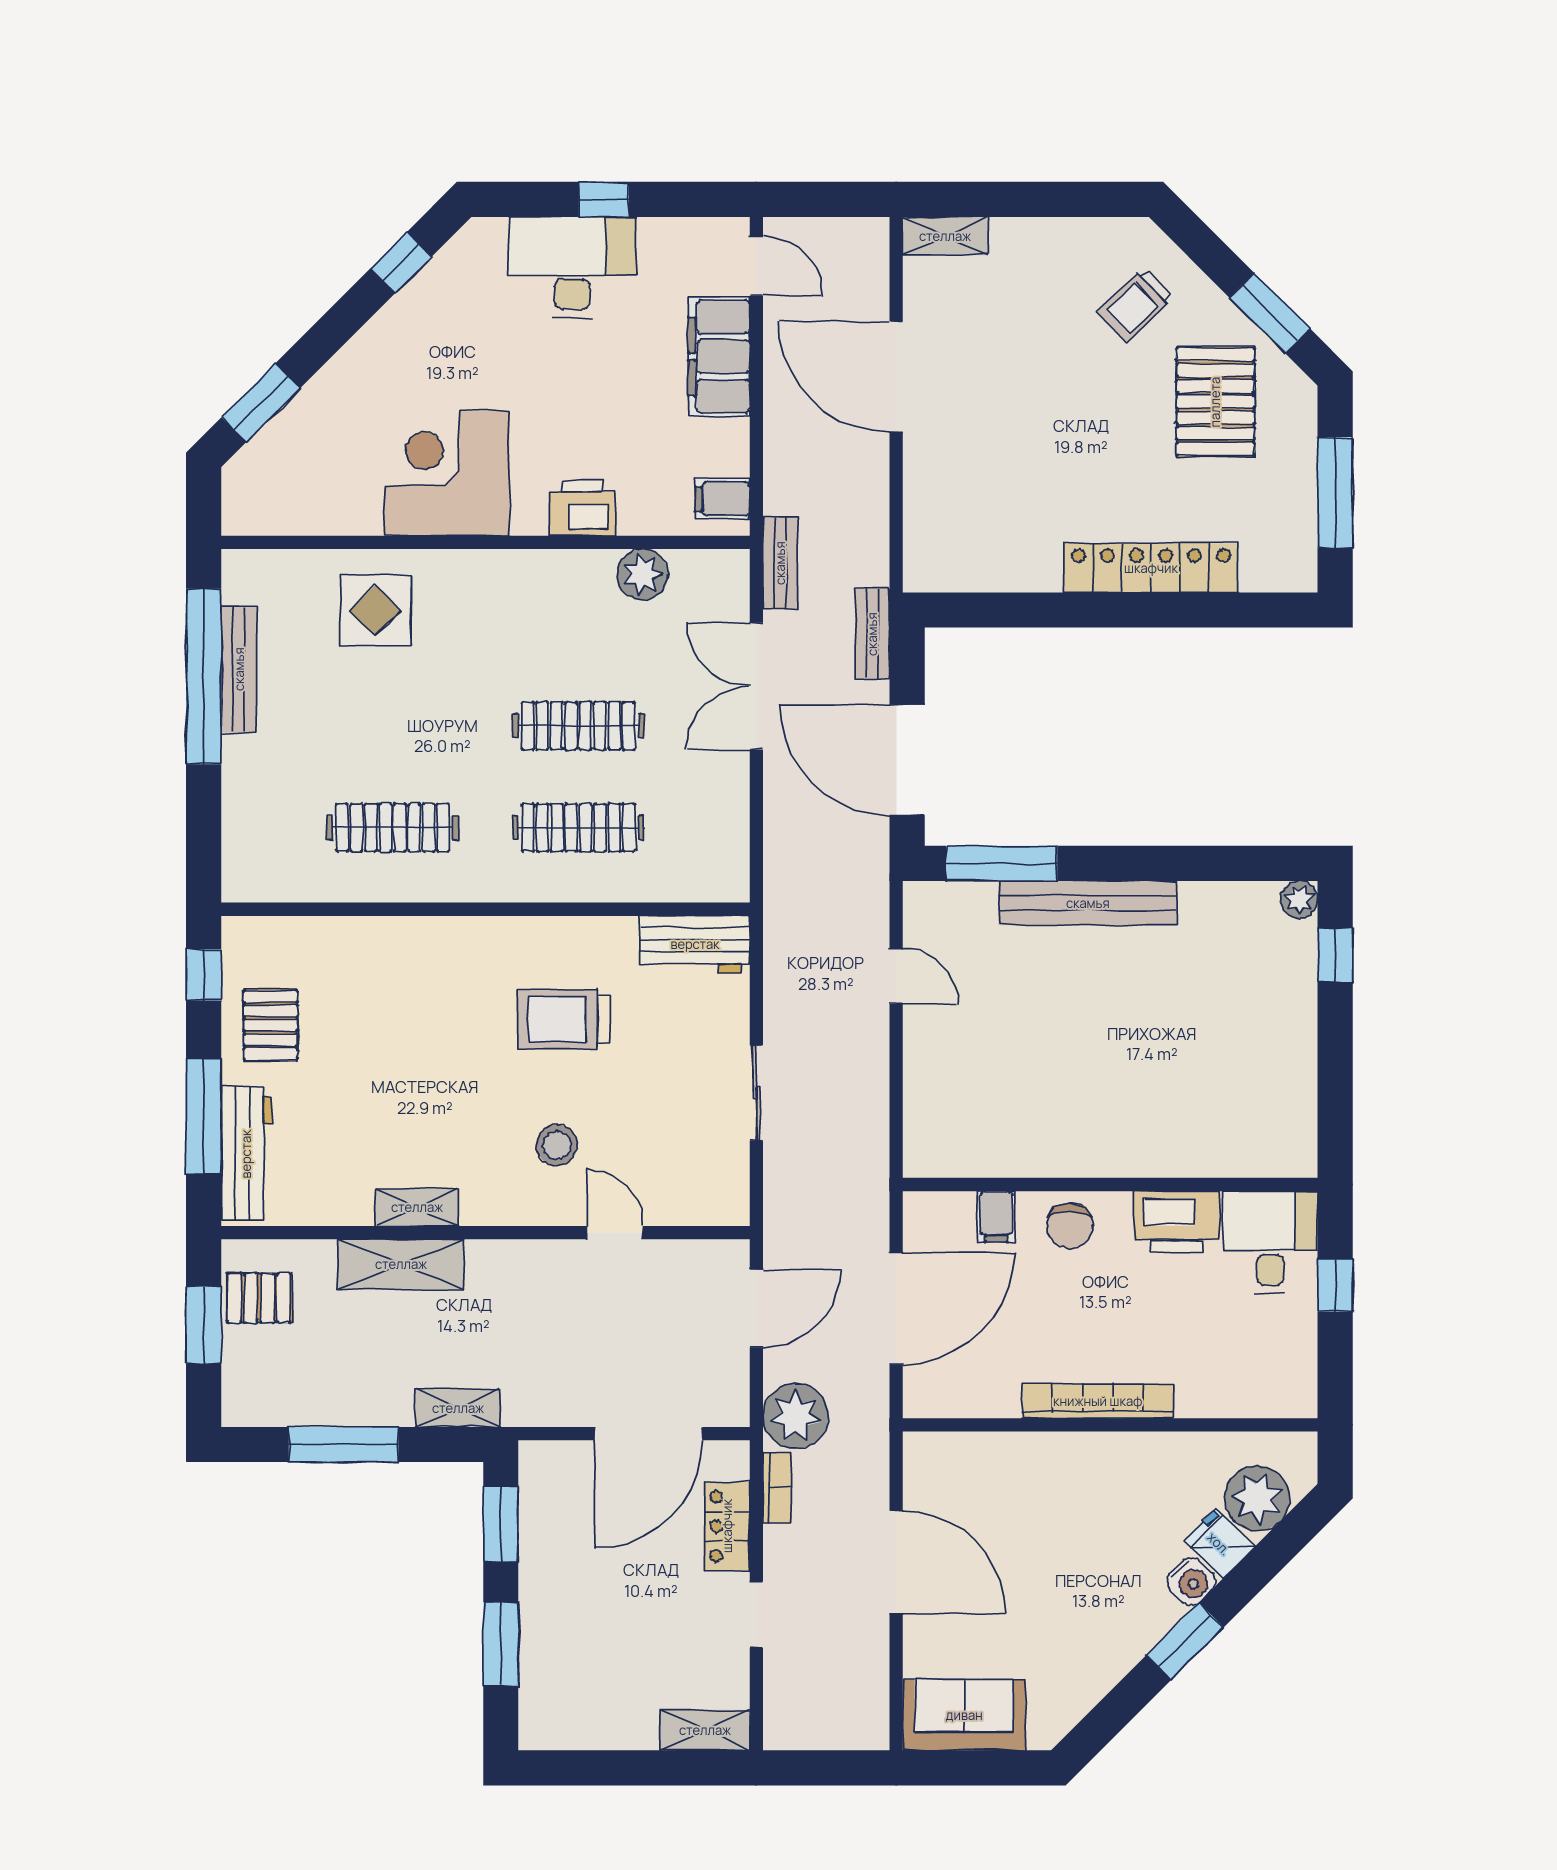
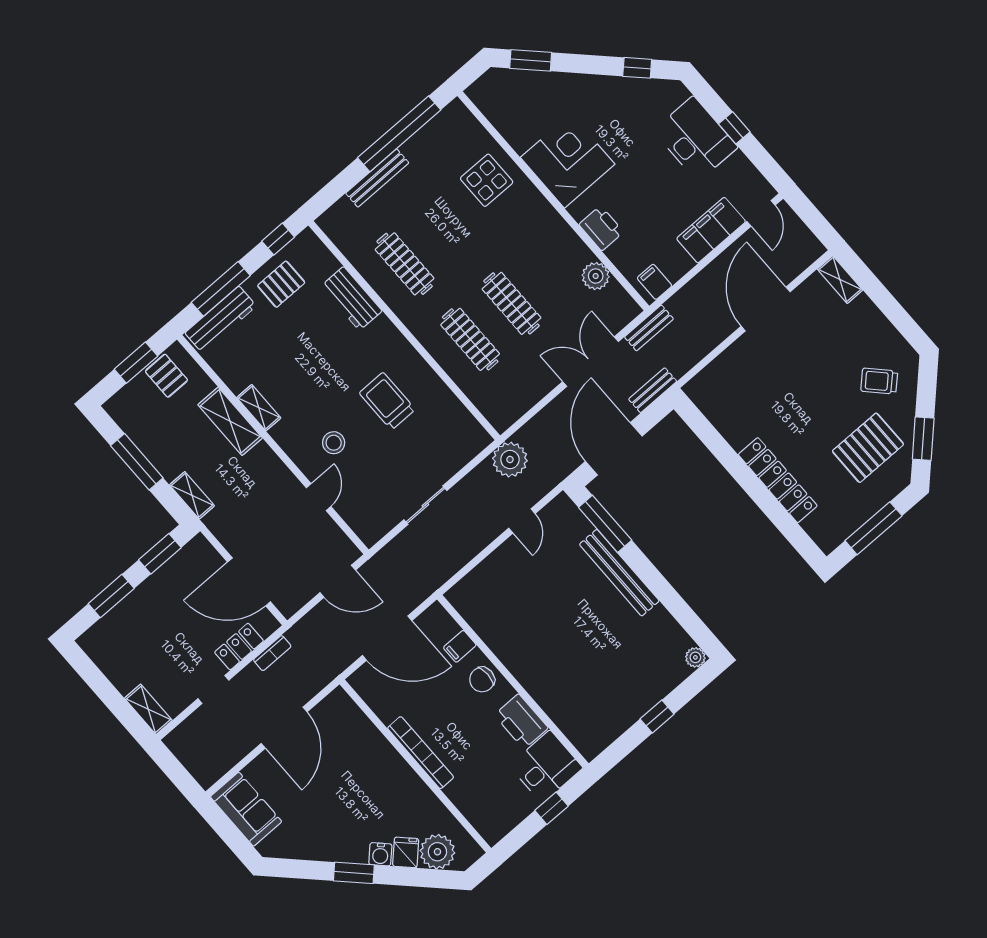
bench: (239, 669) -> (377, 178), moved
workbench: (695, 944) -> (351, 299), moved
window: (1335, 955) -> (657, 716), moved
plant: (796, 1416) -> (510, 460), moved

